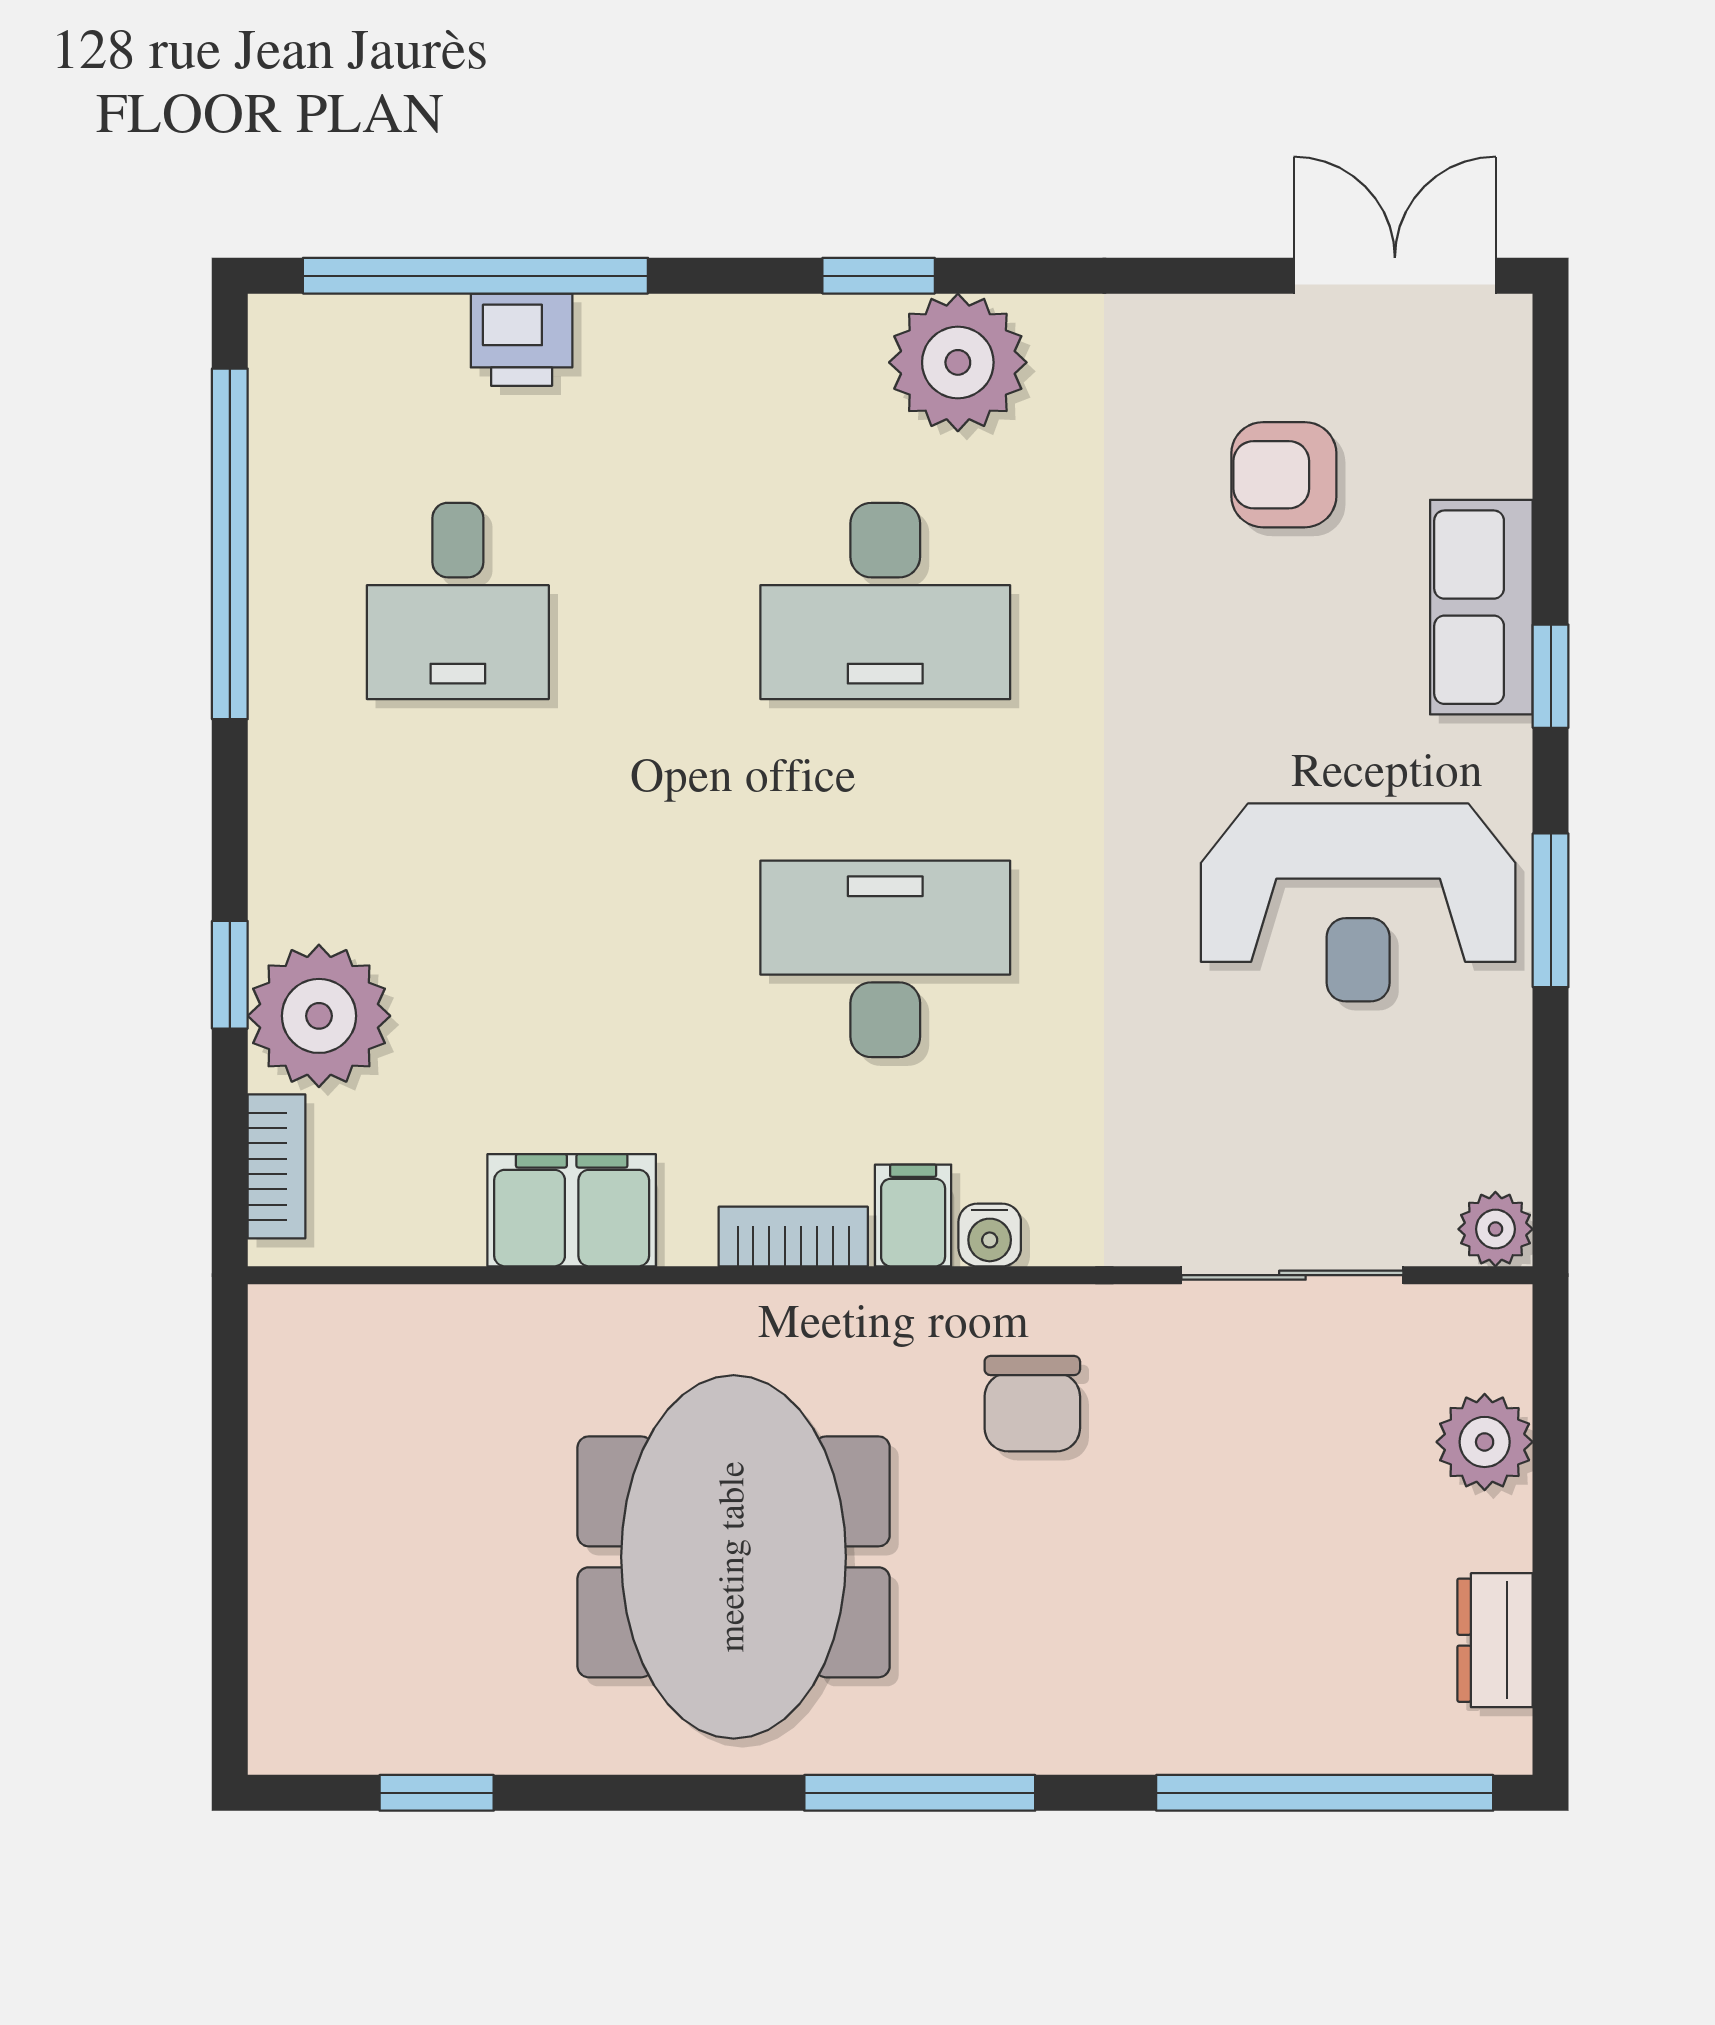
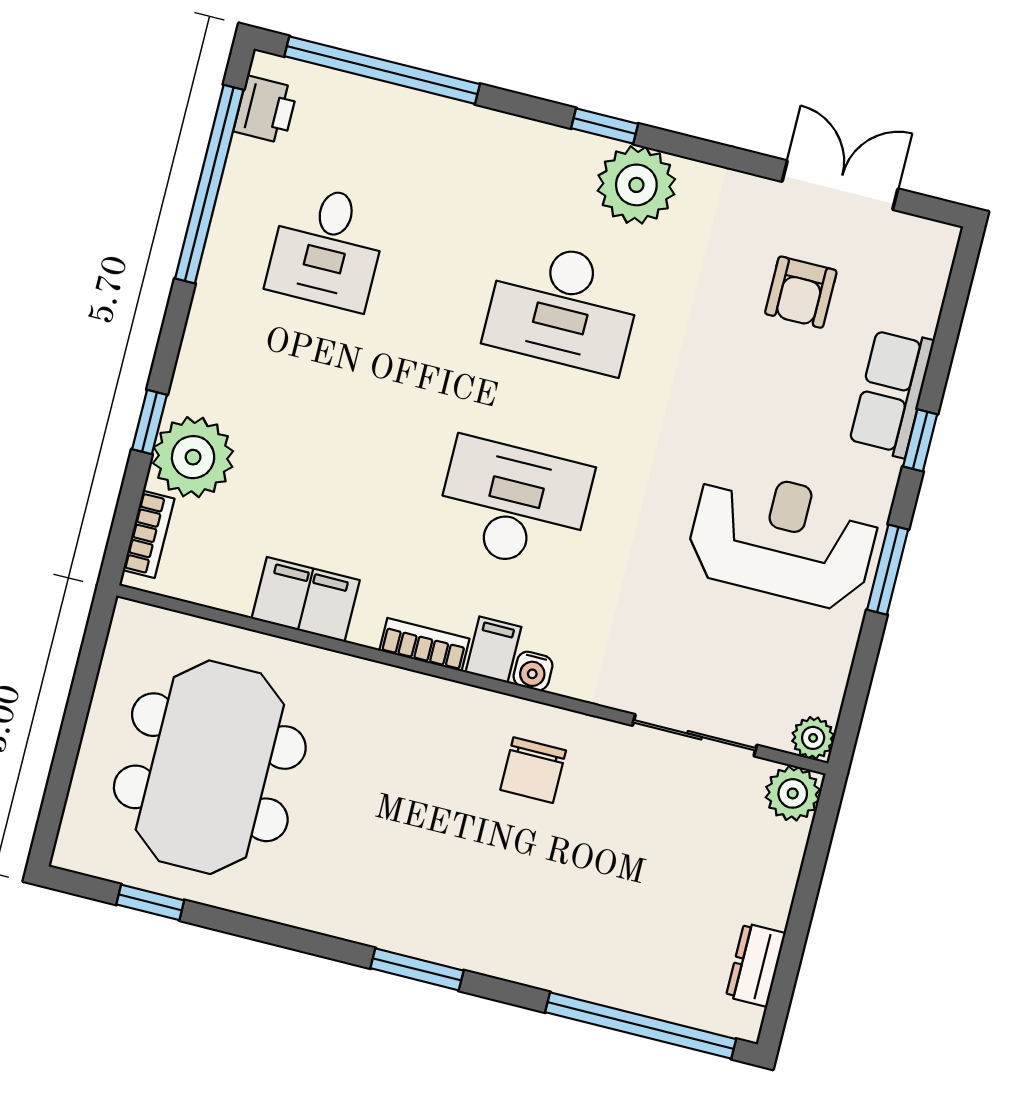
double door: (1395, 276) -> (840, 185), moved
printer: (522, 340) -> (266, 110), moved, turned -90
armchair: (1284, 475) -> (801, 292), turned -90
reception desk: (1358, 902) -> (783, 539), turned 180
plant: (1485, 1442) -> (793, 793), moved
meeting table: (734, 1557) -> (210, 767), moved
window: (920, 1793) -> (417, 969), width x0.69

